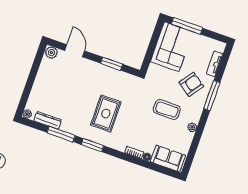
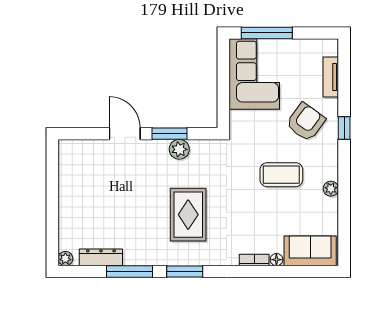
door: (75, 51) -> (125, 134), moved
plant: (51, 53) -> (179, 149), moved
window: (212, 95) -> (344, 128), width x0.46

